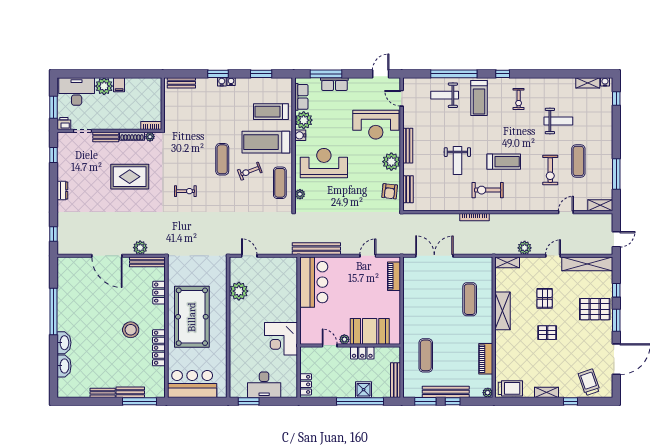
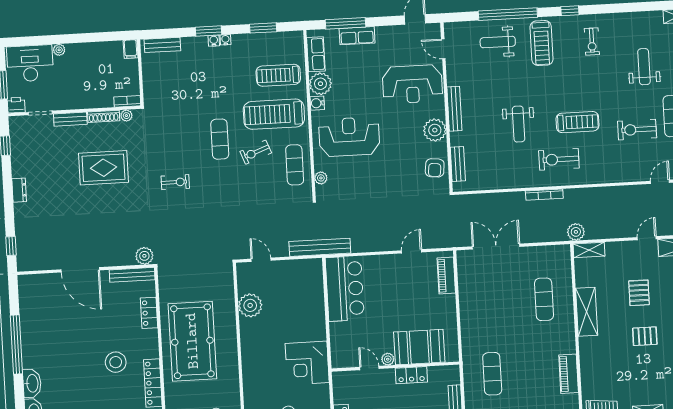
filing cabinet: (119, 85) -> (131, 49), moved
plant: (104, 86) -> (59, 50), width x0.53, depth x0.53
weight bench: (558, 121) -> (644, 67), turned -90
exercise bike: (550, 170) -> (637, 130), turned 90
plant: (140, 248) -> (144, 256), moved
plant: (525, 248) -> (576, 232), moved
bench: (316, 249) -> (320, 247), moved

